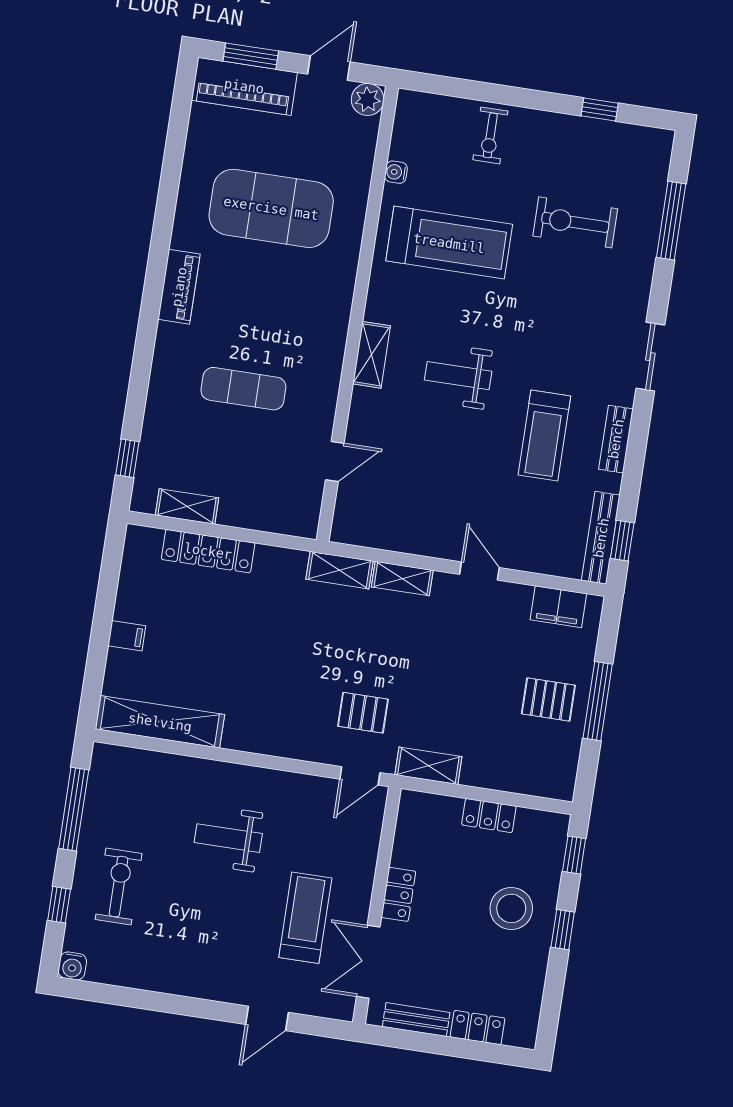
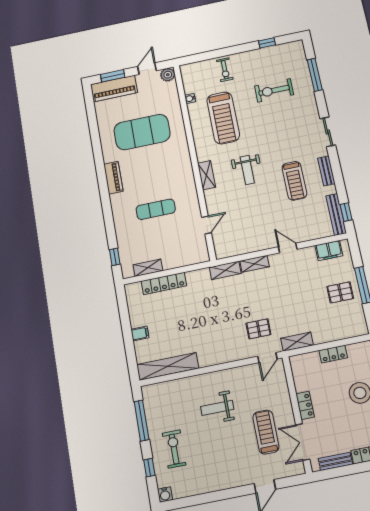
treadmill: (449, 243) -> (223, 118), turned 90
weight bench: (458, 376) -> (247, 170), turned -90

